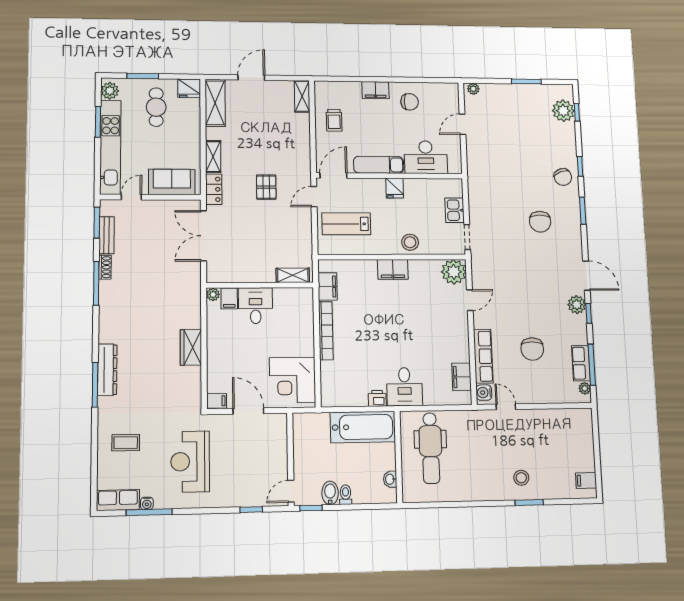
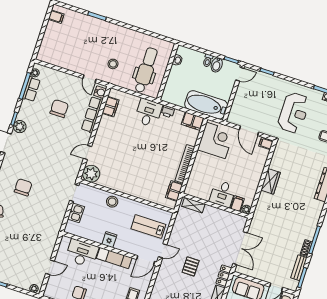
lab bench: (346, 224) -> (148, 227), turned 180
filing cabinet: (393, 269) -> (193, 121), moved, turned 180
bathtub: (363, 427) -> (206, 105), moved
stool: (521, 478) -> (113, 64), moved

